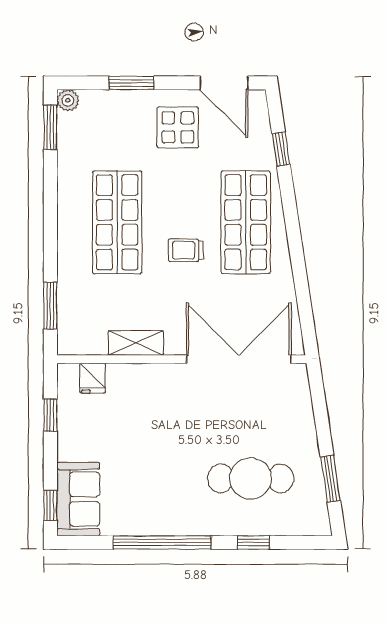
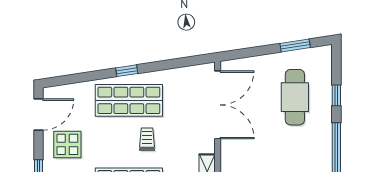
window: (281, 149) -> (127, 71), moved
trolley: (186, 250) -> (147, 139), turned 180
double door: (239, 359) -> (218, 105), swing flipped

